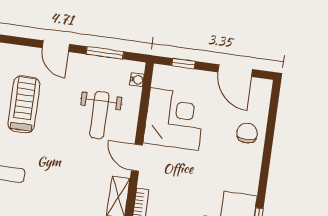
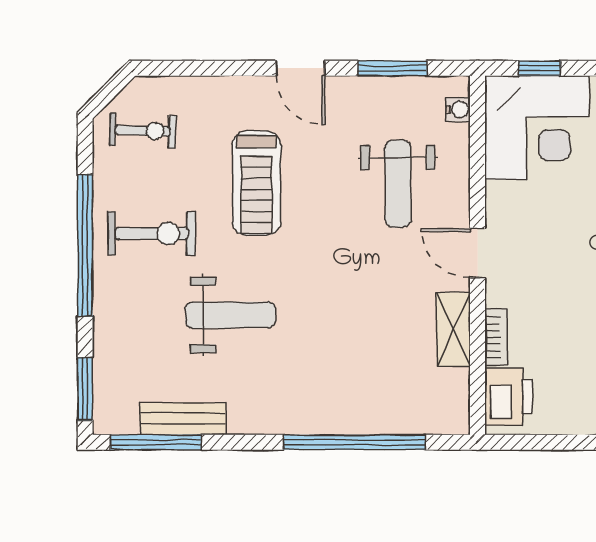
treadmill: (24, 104) -> (257, 183), turned 180
corner desk: (174, 119) -> (537, 127), moved, turned 90

